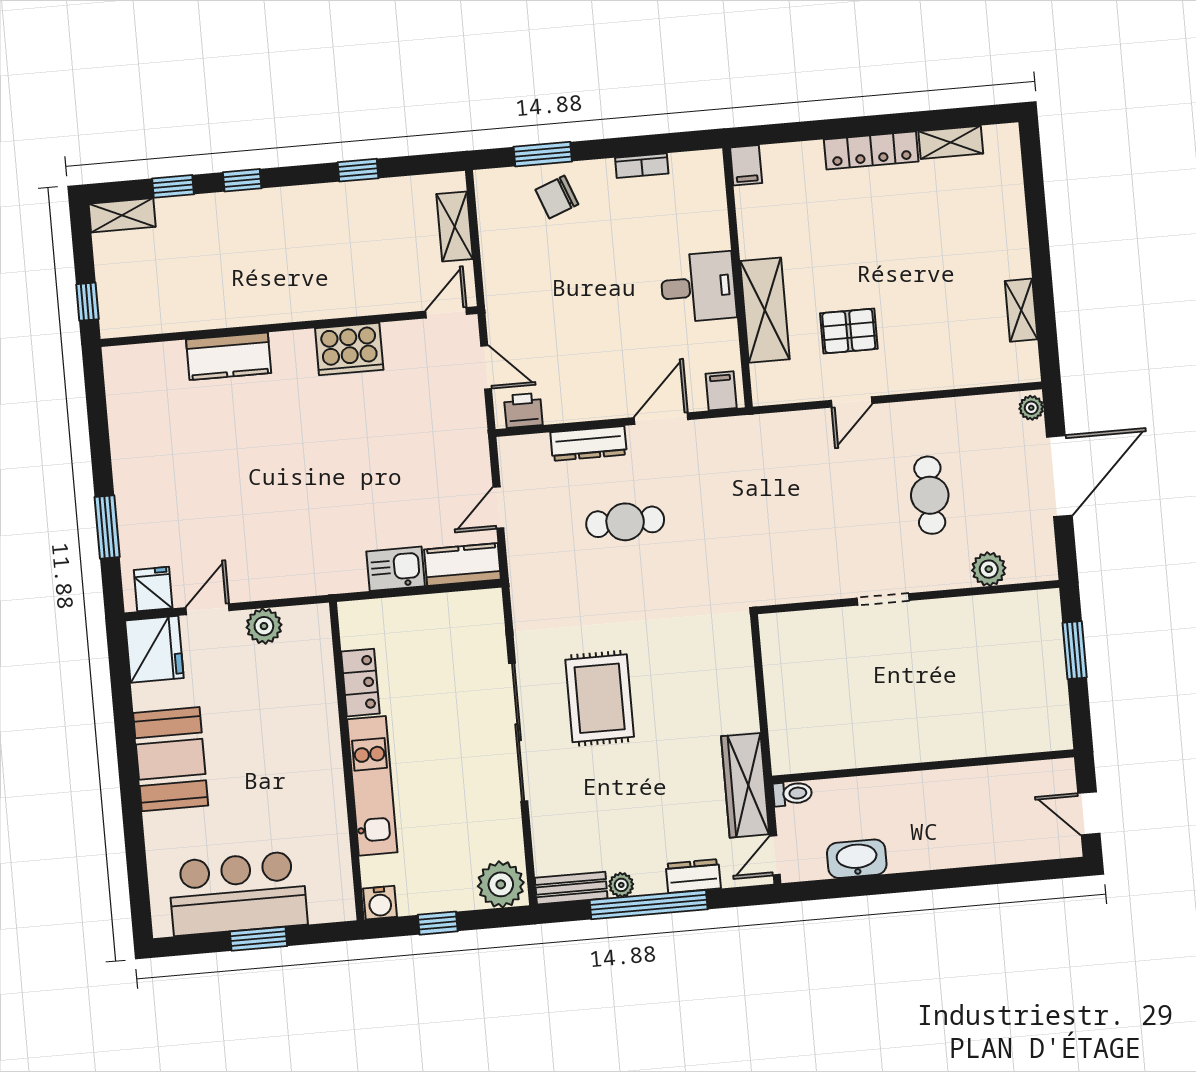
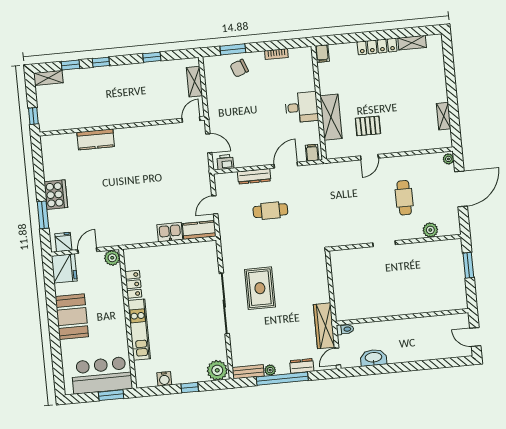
cooker: (349, 349) -> (56, 195), moved, turned -90
locker: (360, 683) -> (133, 284), moved
wall: (347, 761) -> (128, 319), moved
kitchen unit: (372, 786) -> (139, 330), moved

